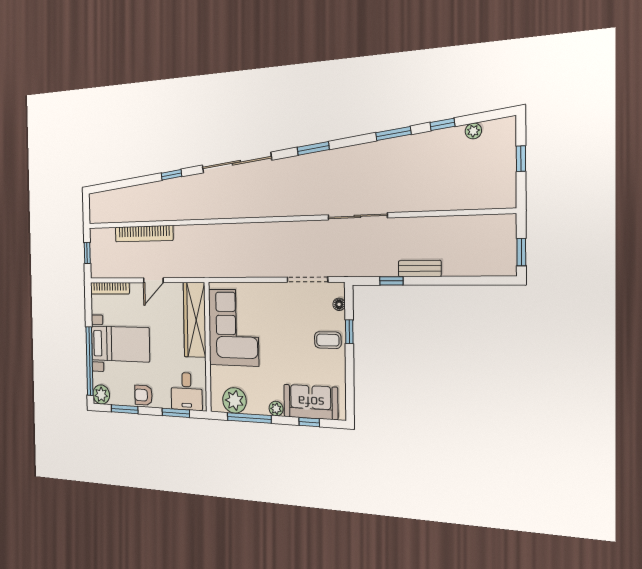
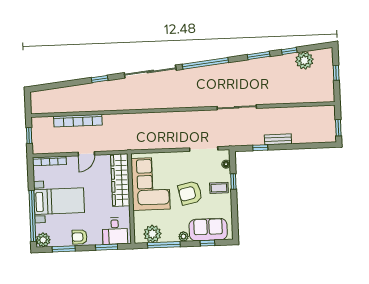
plant: (473, 131) -> (304, 60), width x1.88, depth x1.88
window: (313, 148) -> (205, 63), width x2.11
armchair: (287, 345) -> (190, 193), added

